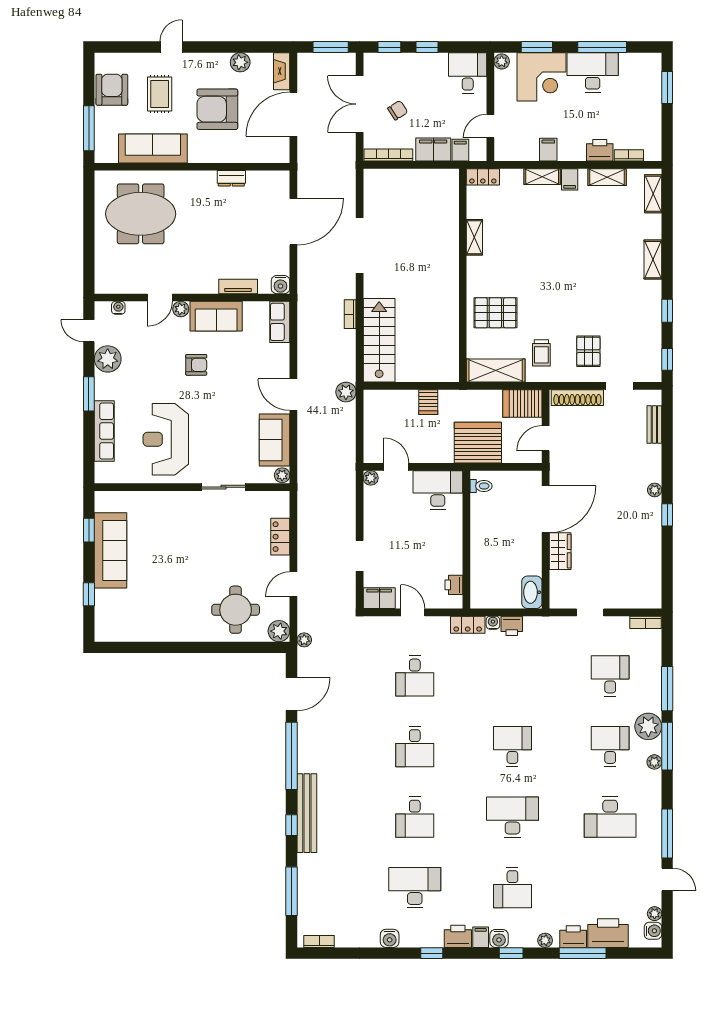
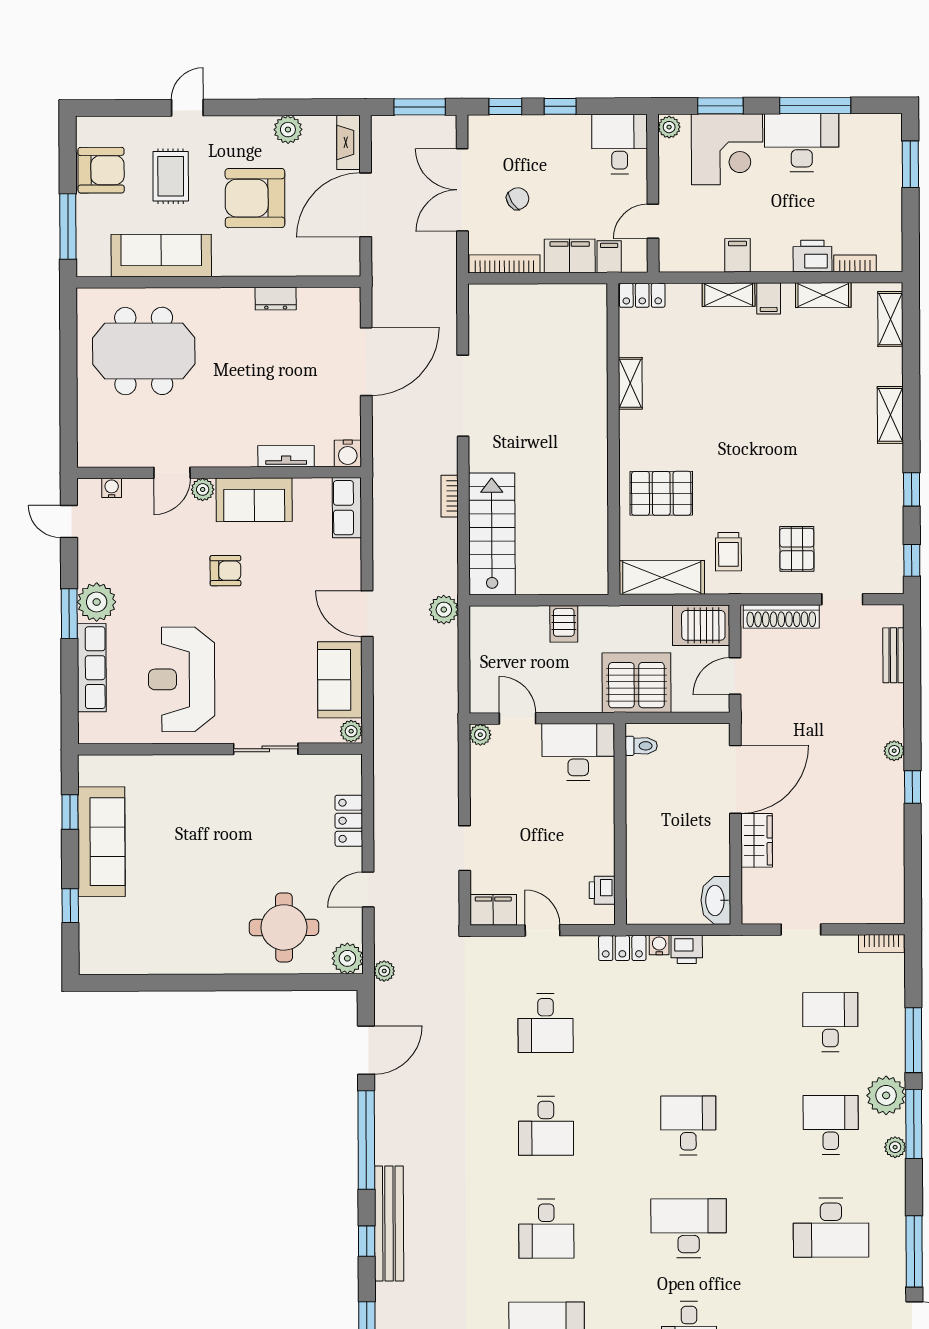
armchair: (112, 90) -> (101, 170), turned 90
plant: (108, 359) -> (97, 602), moved

